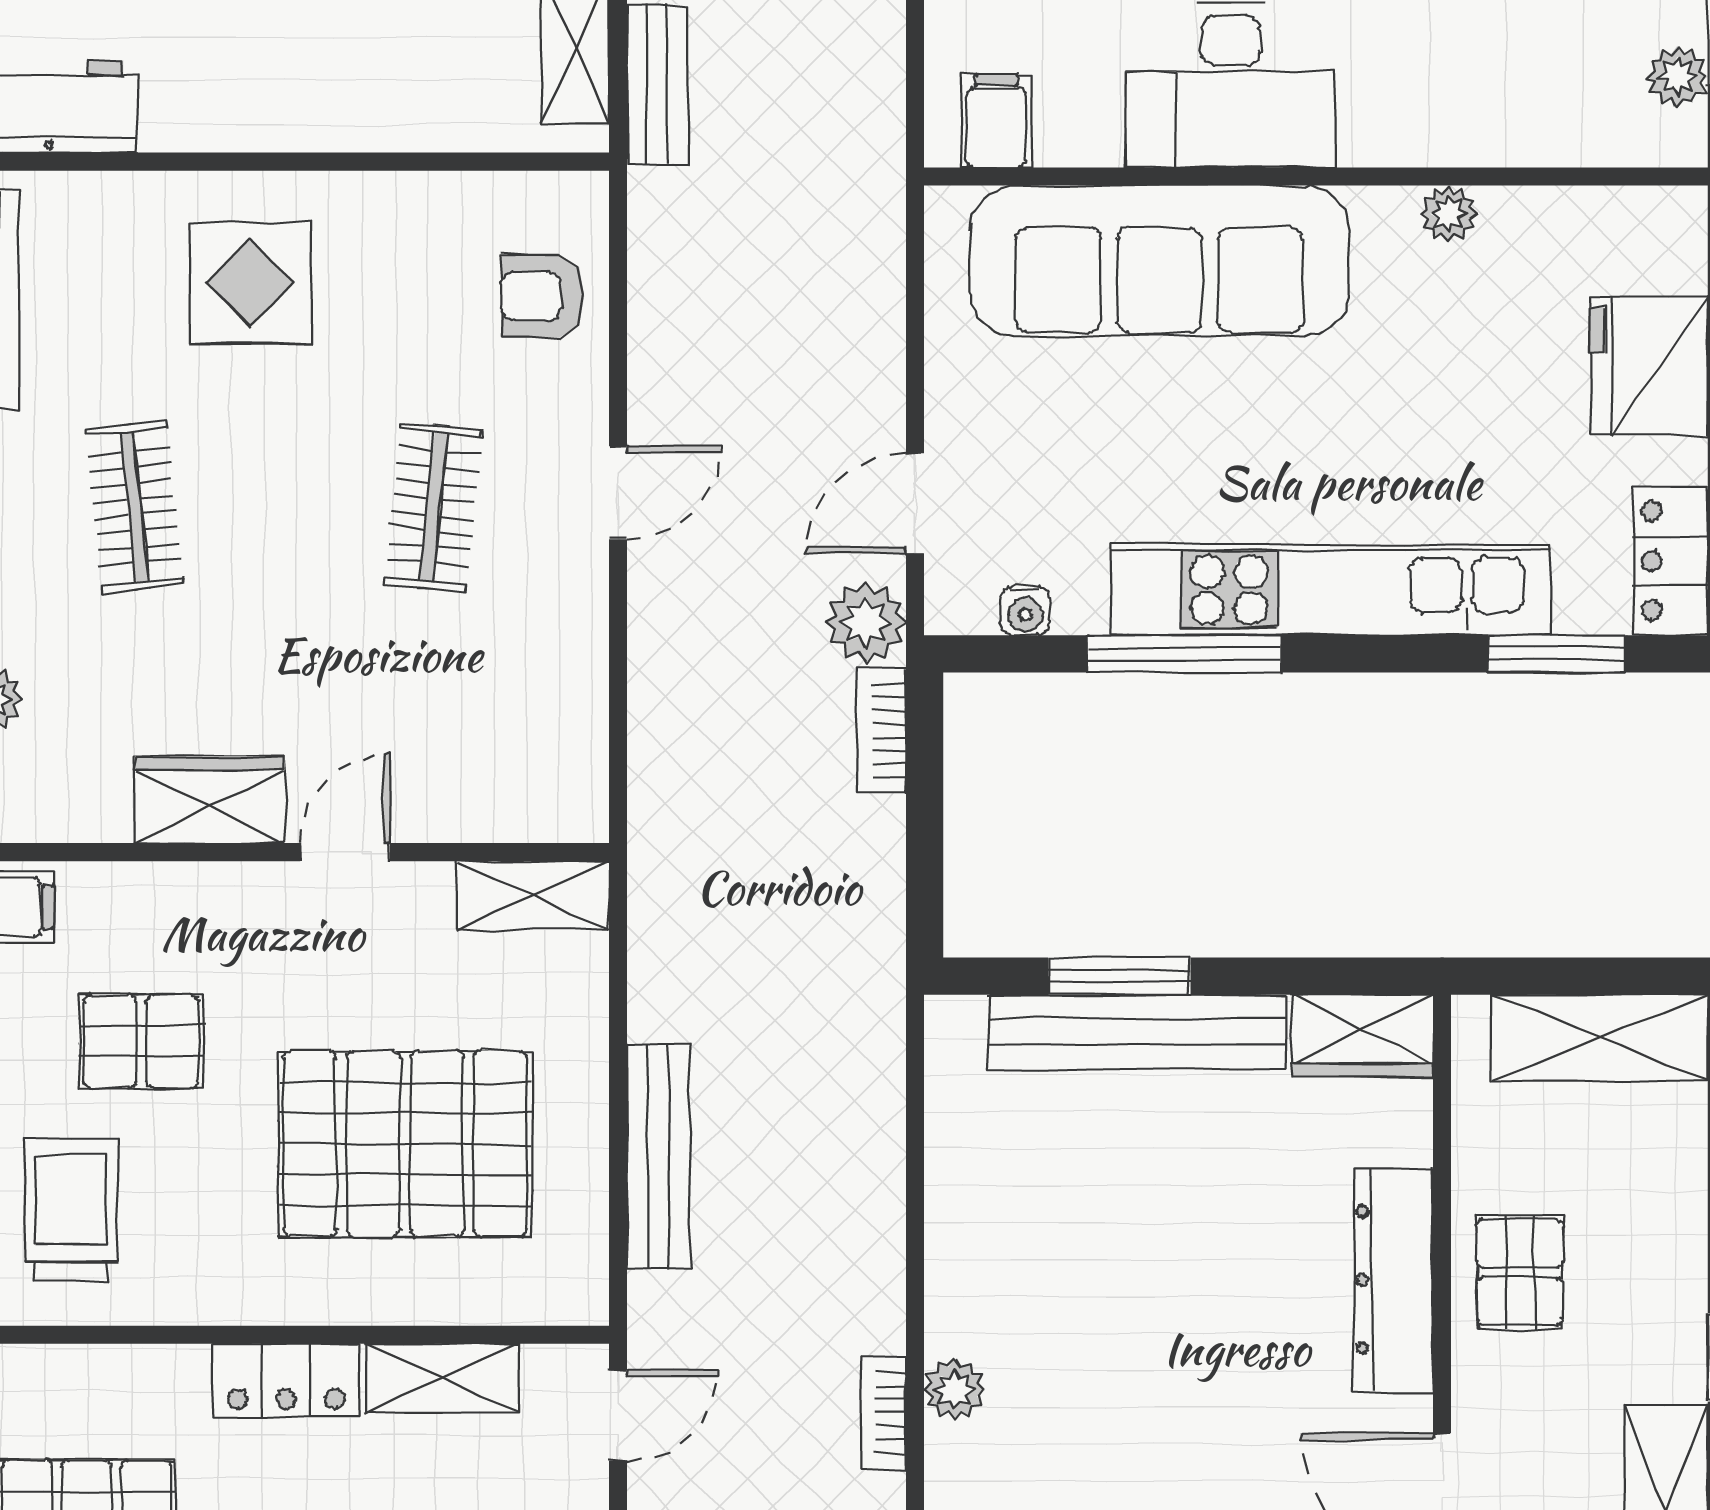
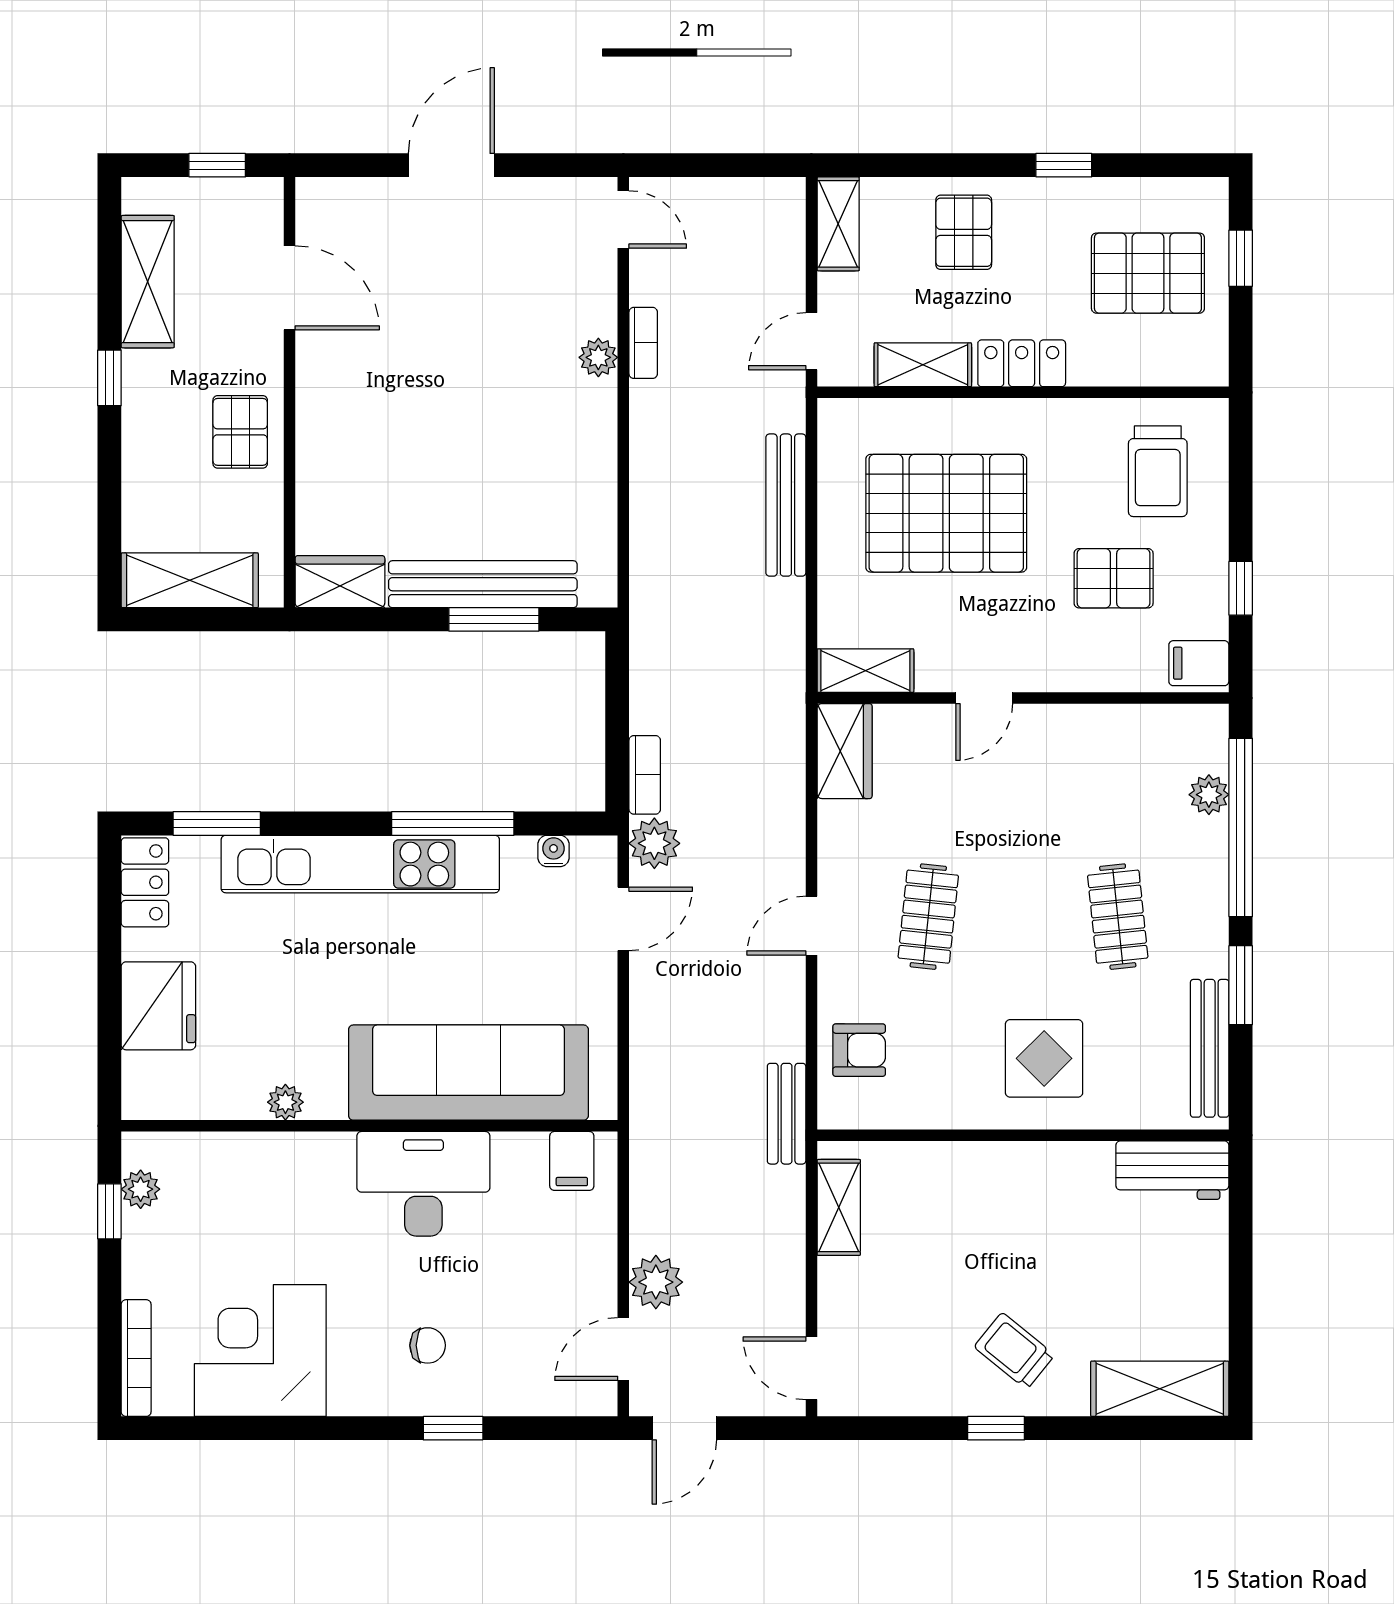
bench: (657, 84) -> (787, 1114), moved
wardrobe: (210, 800) -> (845, 751), moved, turned -90
dresser: (1393, 1280) -> (320, 427), removed

